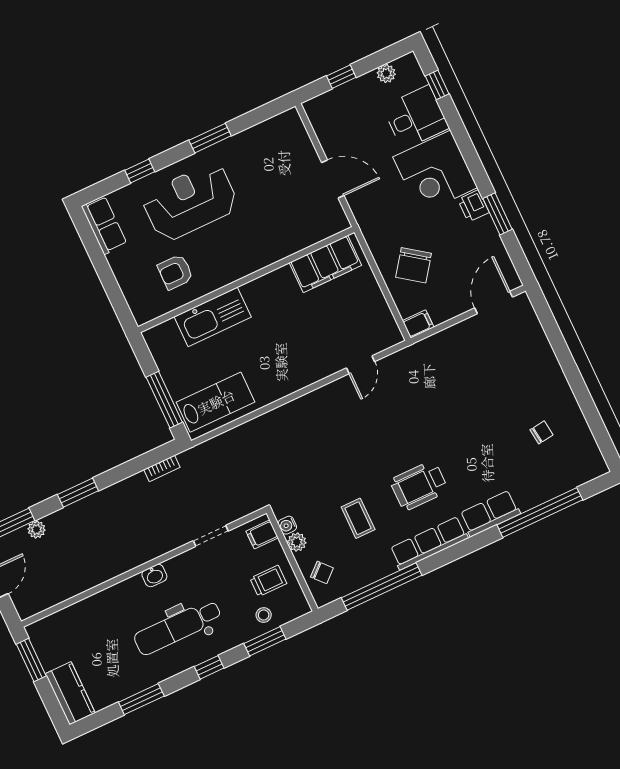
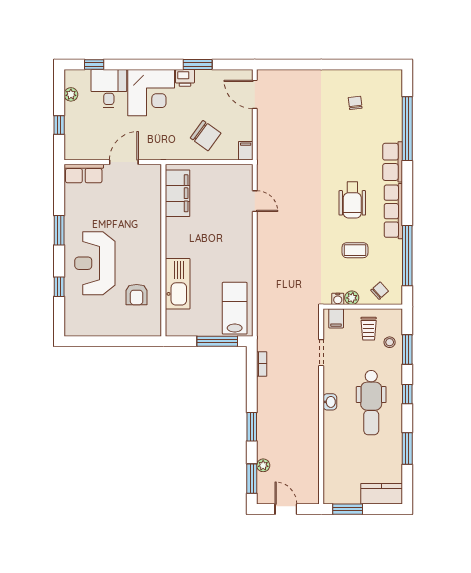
row of seats: (104, 225) -> (84, 174), moved, turned 180
trolley: (268, 581) -> (369, 329), turned 180

